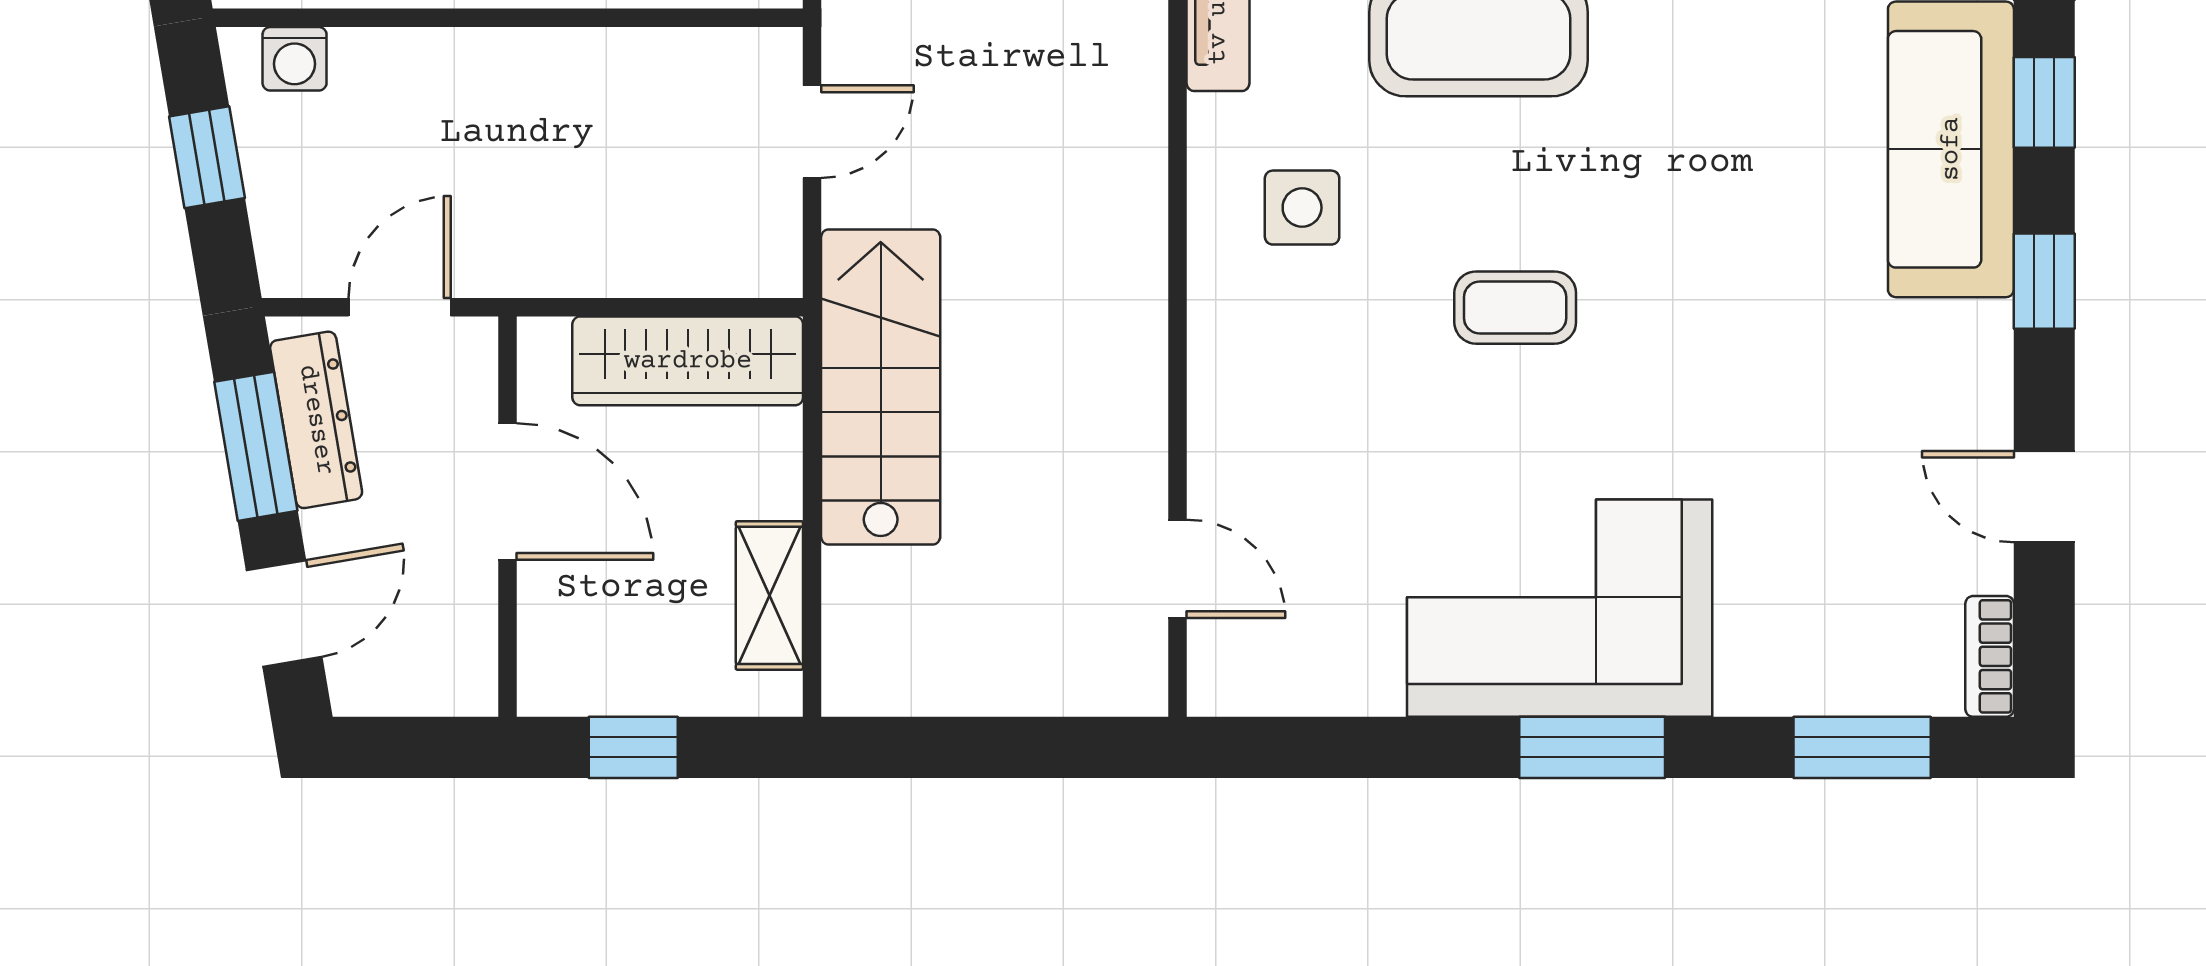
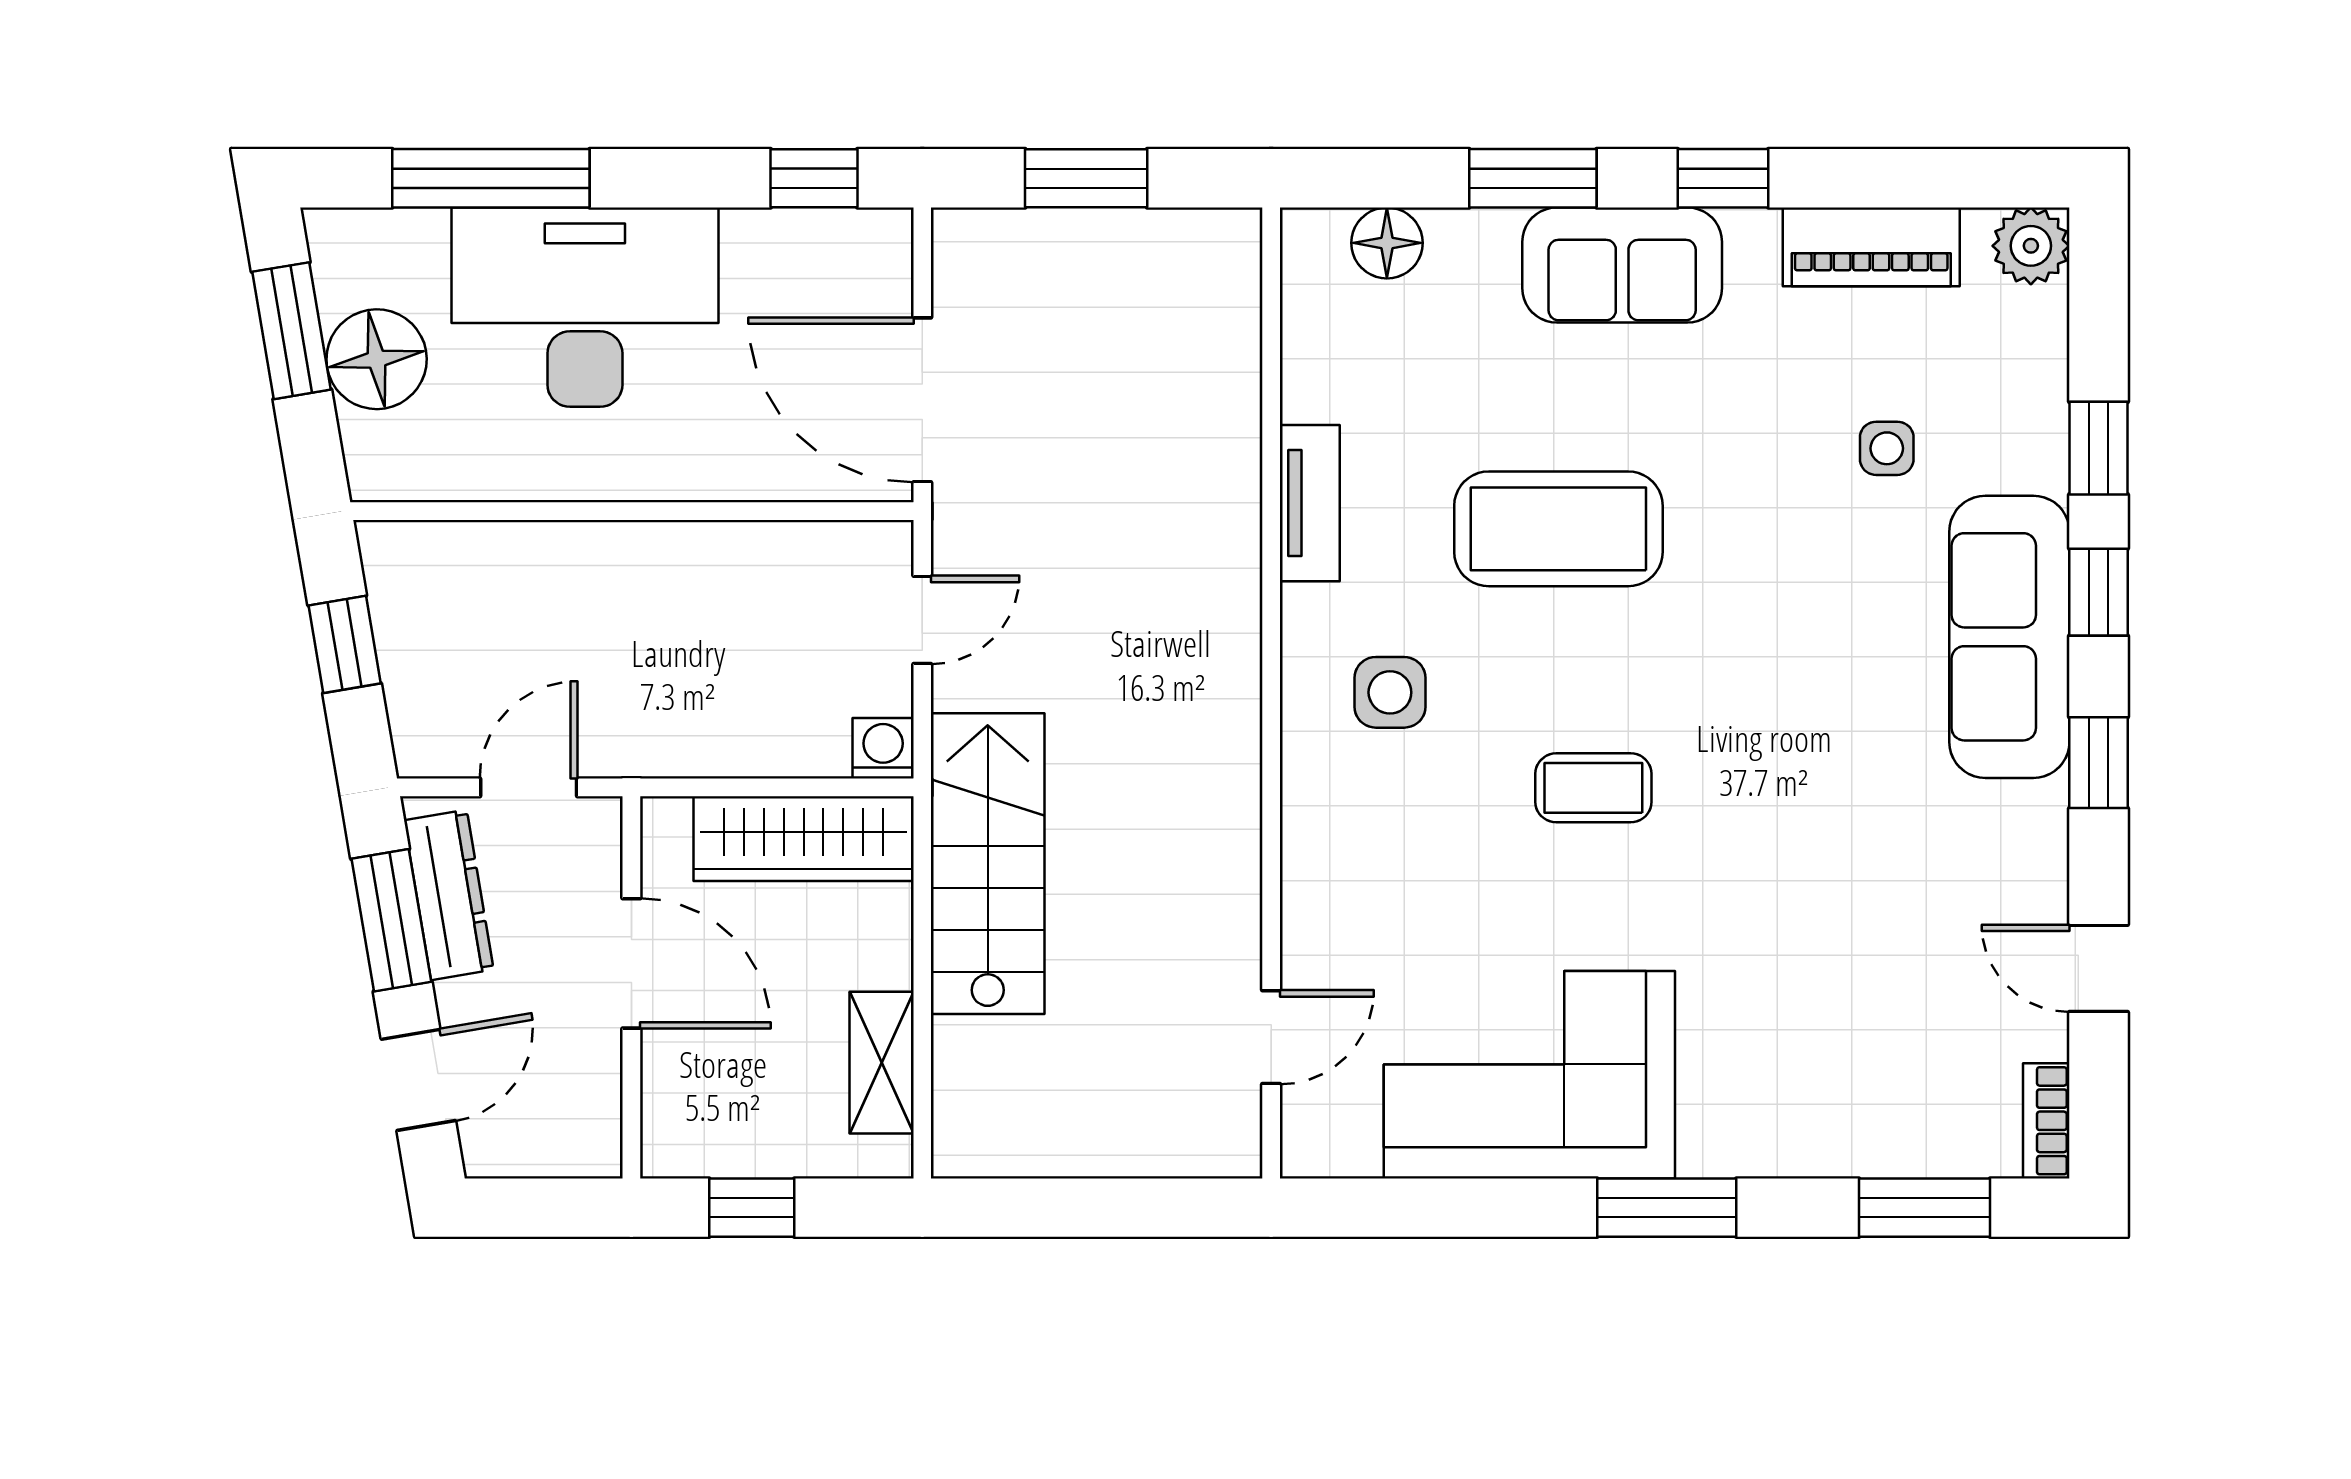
washing machine: (295, 59) -> (883, 748), moved, turned 180
door: (1178, 569) -> (1271, 1037), hinge flipped
corner sofa: (1560, 608) -> (1529, 1075), moved

